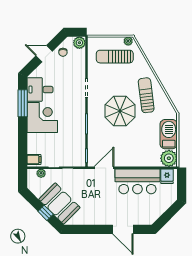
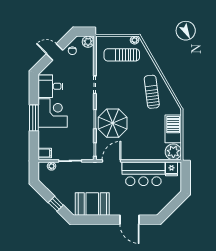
window: (23, 103) -> (34, 118), moved
parasol: (120, 111) -> (113, 123), moved
booth: (59, 203) -> (92, 204), moved, turned -45

